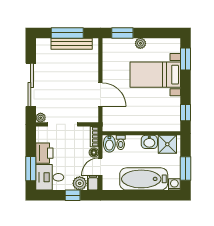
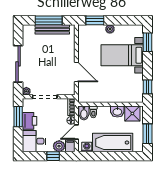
window: (31, 169) -> (18, 117), moved
washing machine: (174, 184) -> (87, 147), moved

